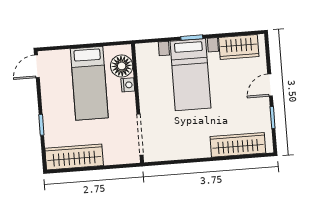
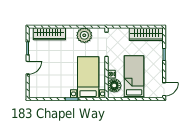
wardrobe: (239, 47) -> (44, 91), removed
bed with nightstands: (190, 75) -> (88, 77), moved
plant: (179, 147) -> (84, 35), added

